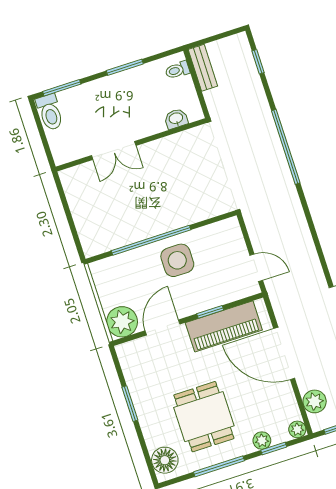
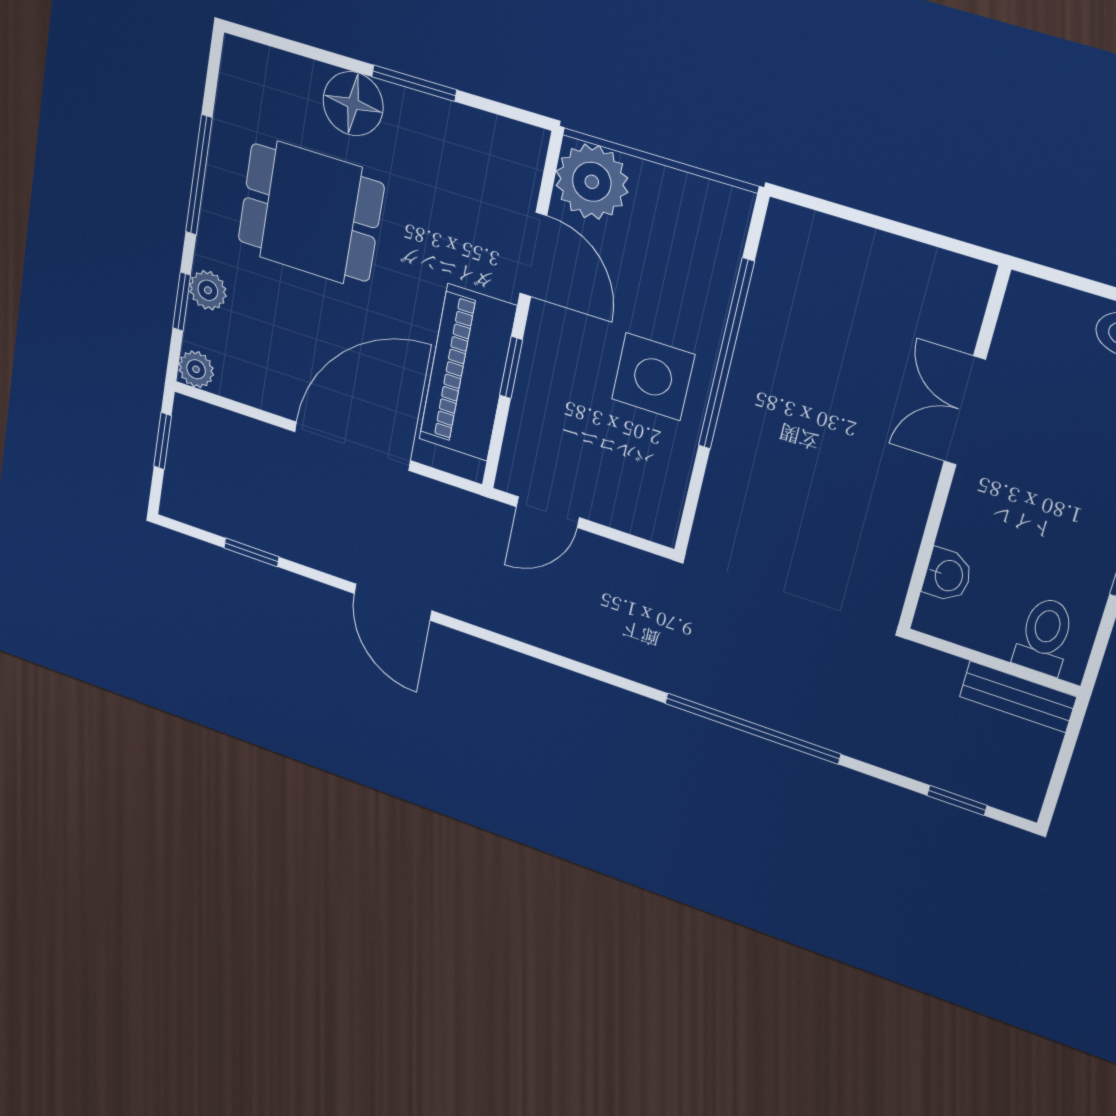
toilet: (177, 70) -> (1045, 636), width x1.37, depth x1.39
plant: (315, 401) -> (232, 436), removed
floor lamp: (165, 460) -> (353, 104), moved

